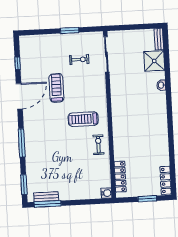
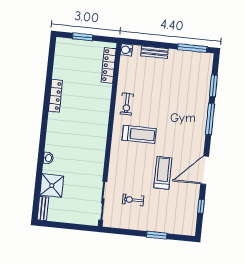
window: (70, 30) -> (157, 235), moved
treadmill: (56, 88) -> (163, 173), turned 180
locker: (166, 180) -> (55, 96), moved
window: (24, 185) -> (213, 86), moved
bench: (46, 197) -> (155, 52), moved

